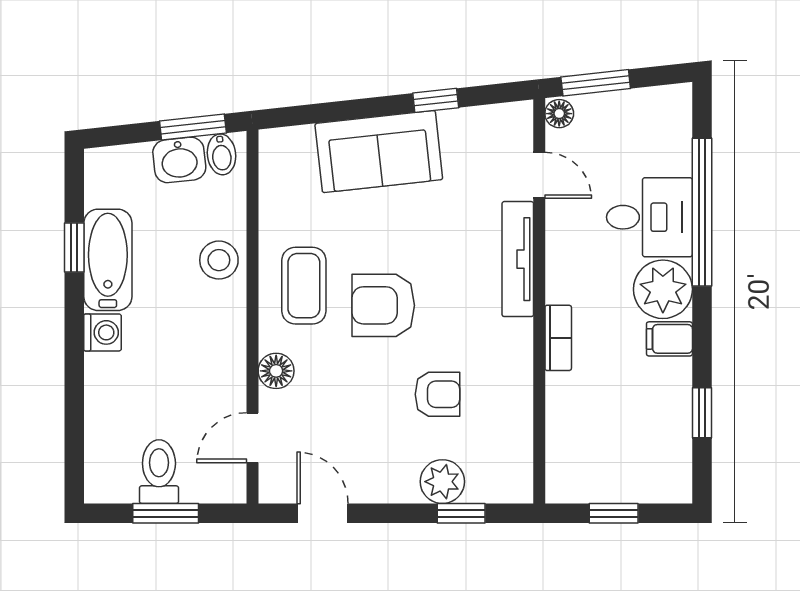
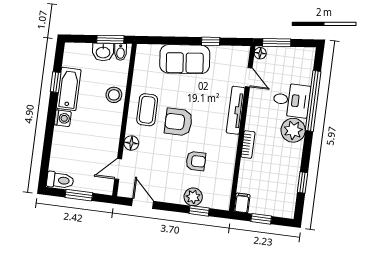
filing cabinet: (669, 339) -> (242, 203), moved, turned 90
toilet: (159, 472) -> (60, 180), moved, turned 90

